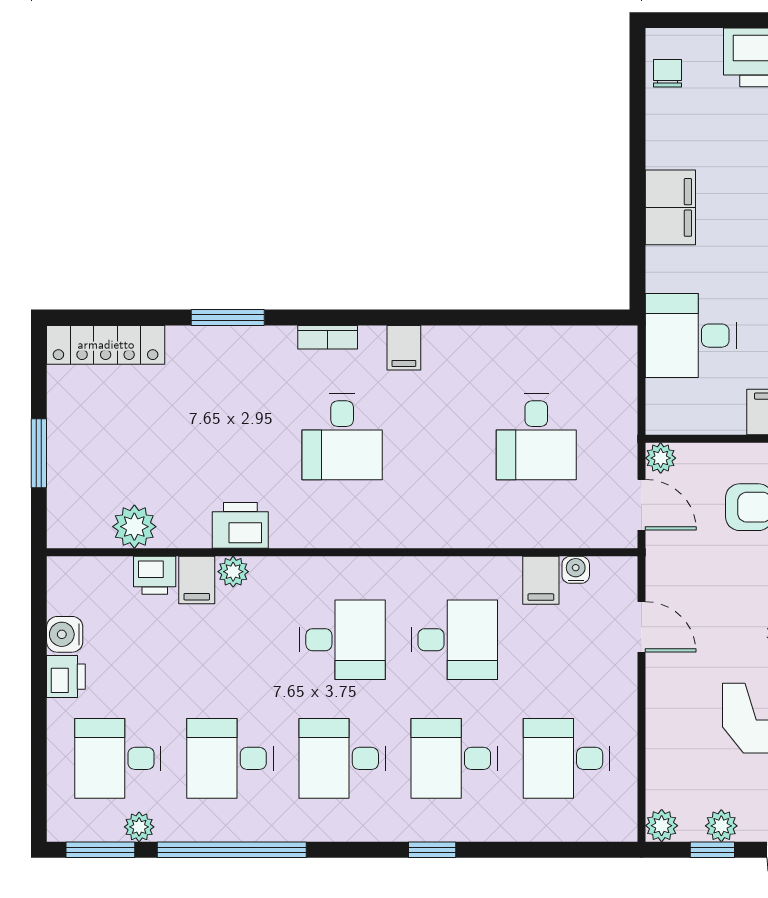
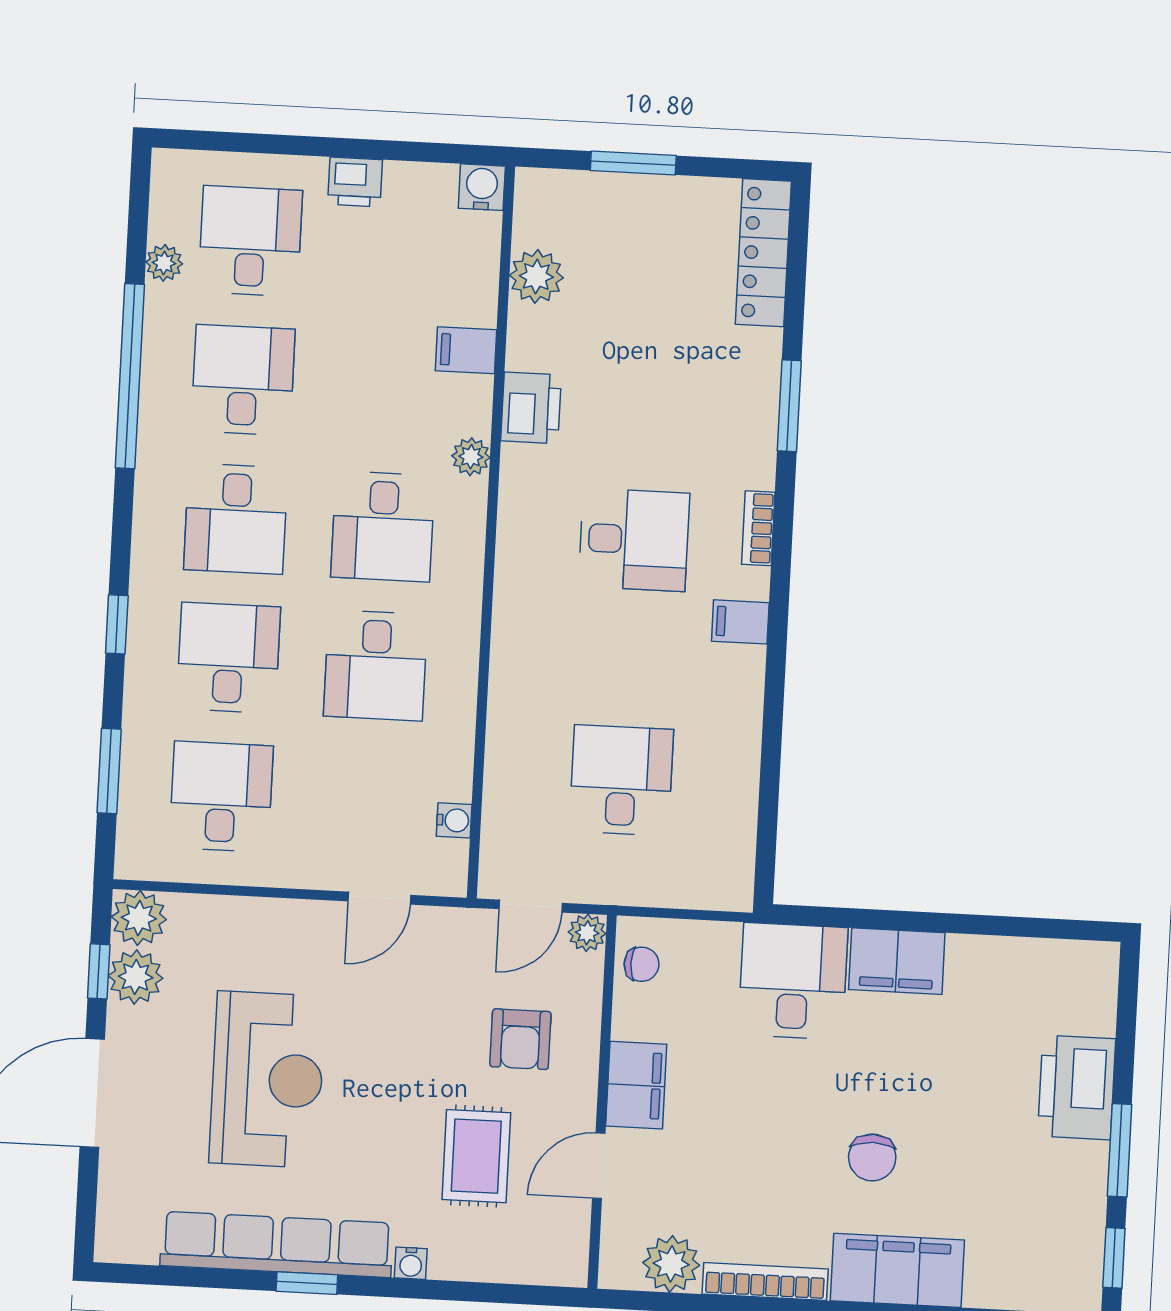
chair: (668, 73) -> (642, 964), moved
desk: (691, 336) -> (793, 981), moved
desk: (342, 437) -> (634, 540), turned 180
desk: (536, 437) -> (621, 780), turned 90
plant: (233, 572) -> (471, 457), moved
printer: (155, 575) -> (475, 299), removed
filing cabinet: (541, 580) -> (443, 777), removed
water cooler: (65, 634) -> (482, 187), moved
desk: (342, 758) -> (236, 519), turned 180
plant: (662, 826) -> (139, 918), width x1.38, depth x1.38
plant: (721, 826) -> (136, 977), width x1.38, depth x1.38
window: (100, 850) -> (109, 771), moved

